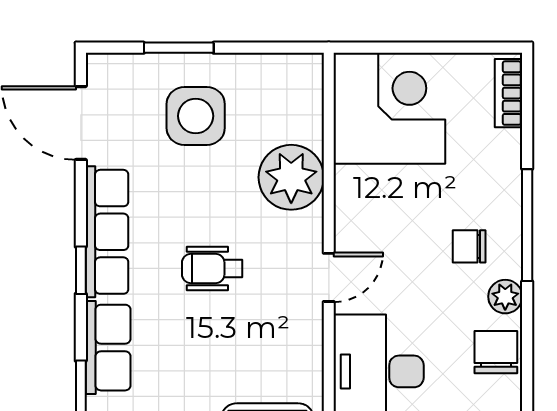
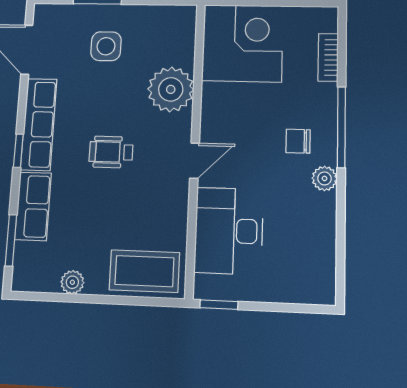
bookcase: (508, 93) -> (328, 57), moved
side table: (196, 116) -> (106, 46), width x0.73, depth x0.73
chair: (496, 352) -> (317, 219), removed

